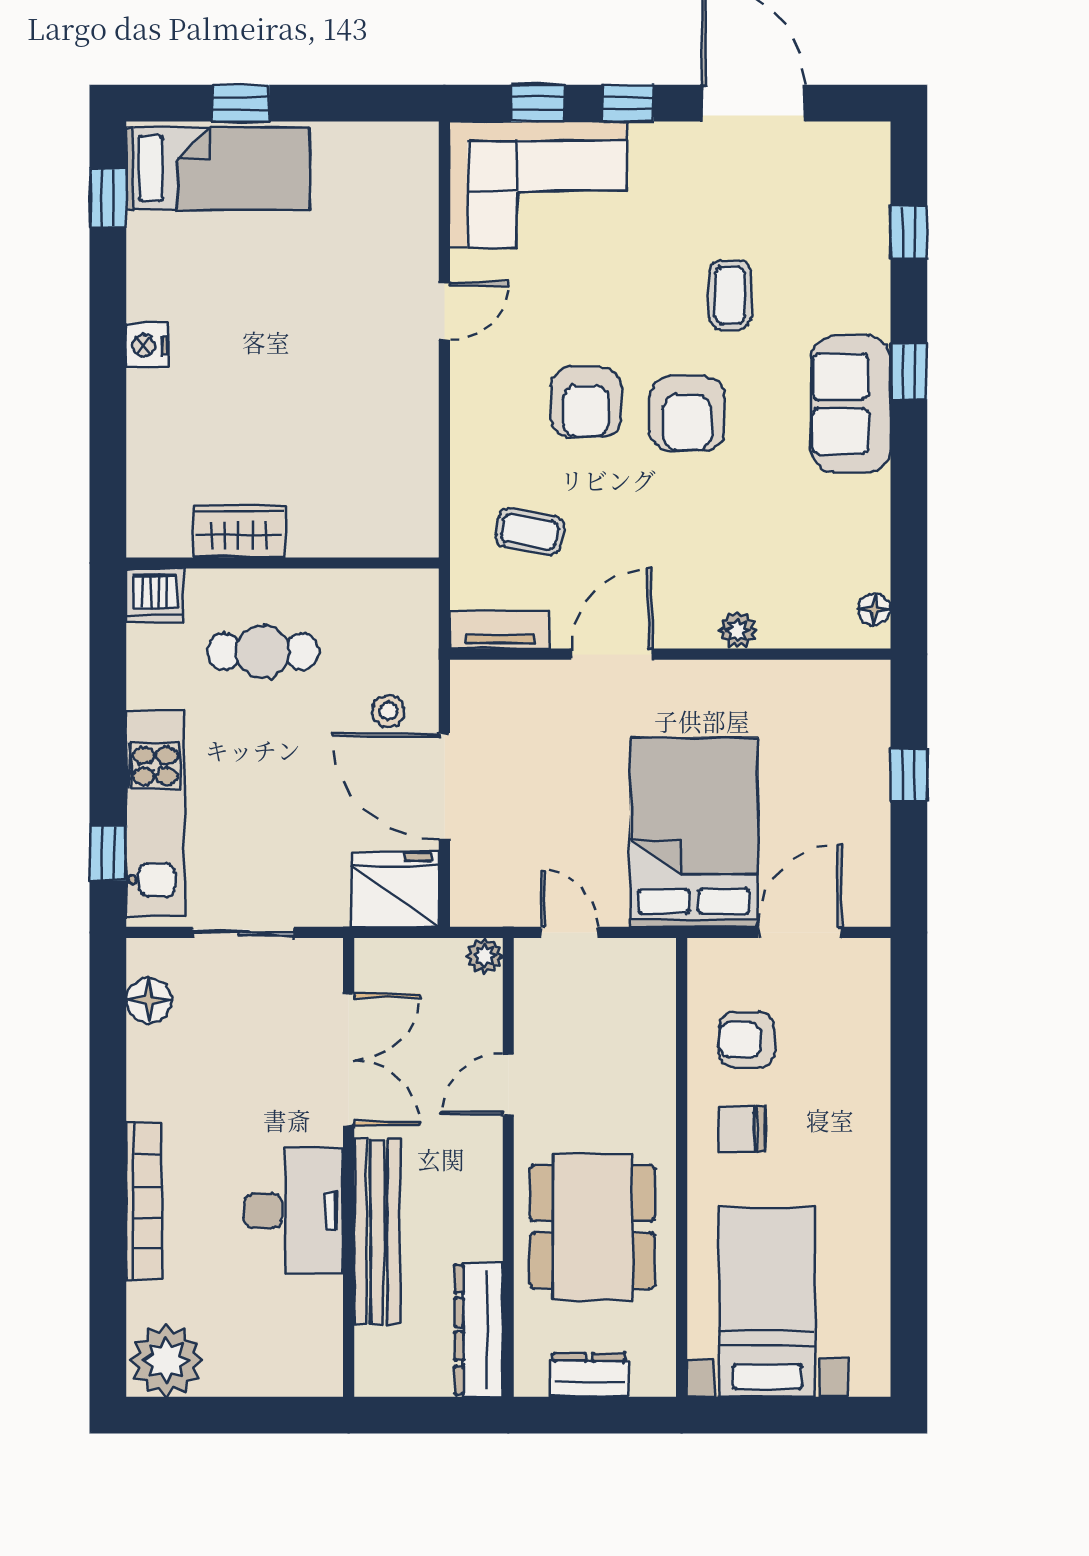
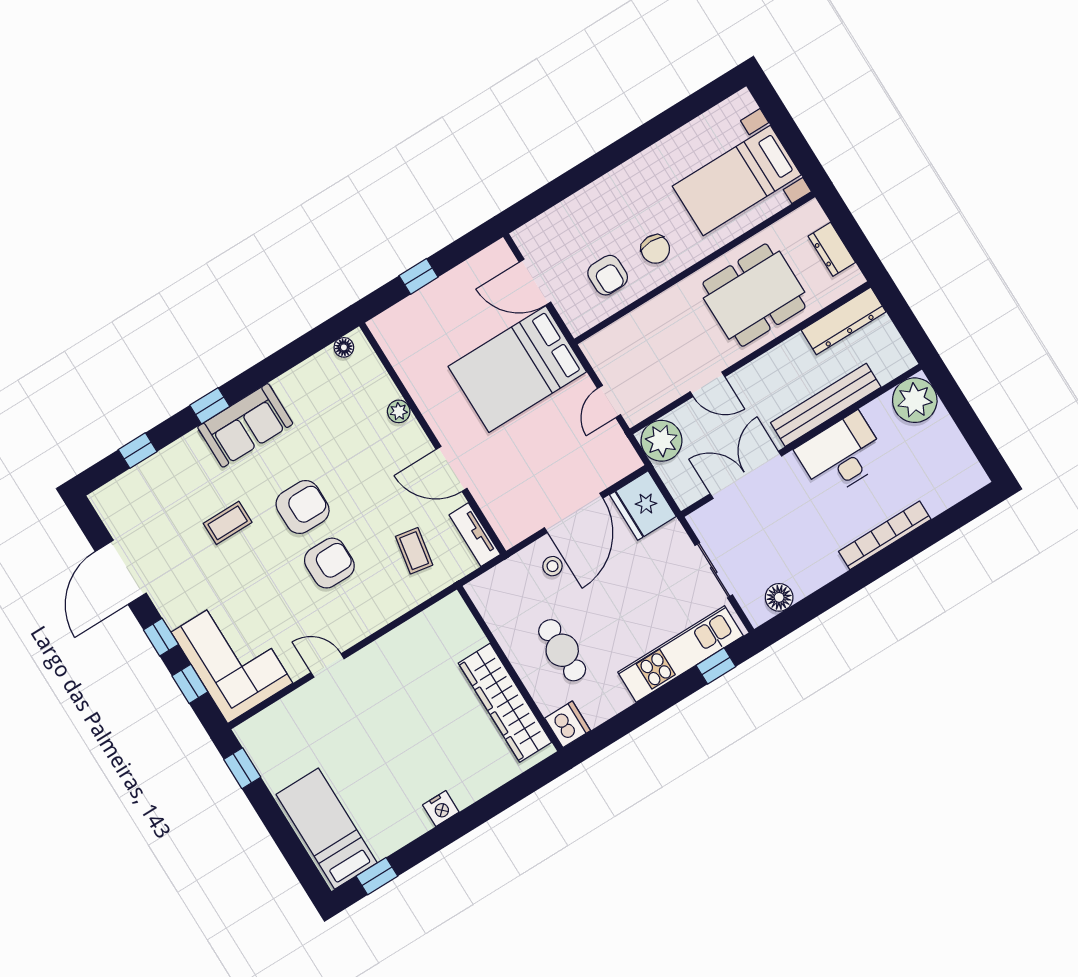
window: (241, 103) -> (242, 768), moved
wardrobe: (239, 531) -> (505, 703), width x2.10, depth x1.17
plant: (485, 956) -> (661, 441), width x1.88, depth x1.88
plant: (166, 1360) -> (915, 400), moved

